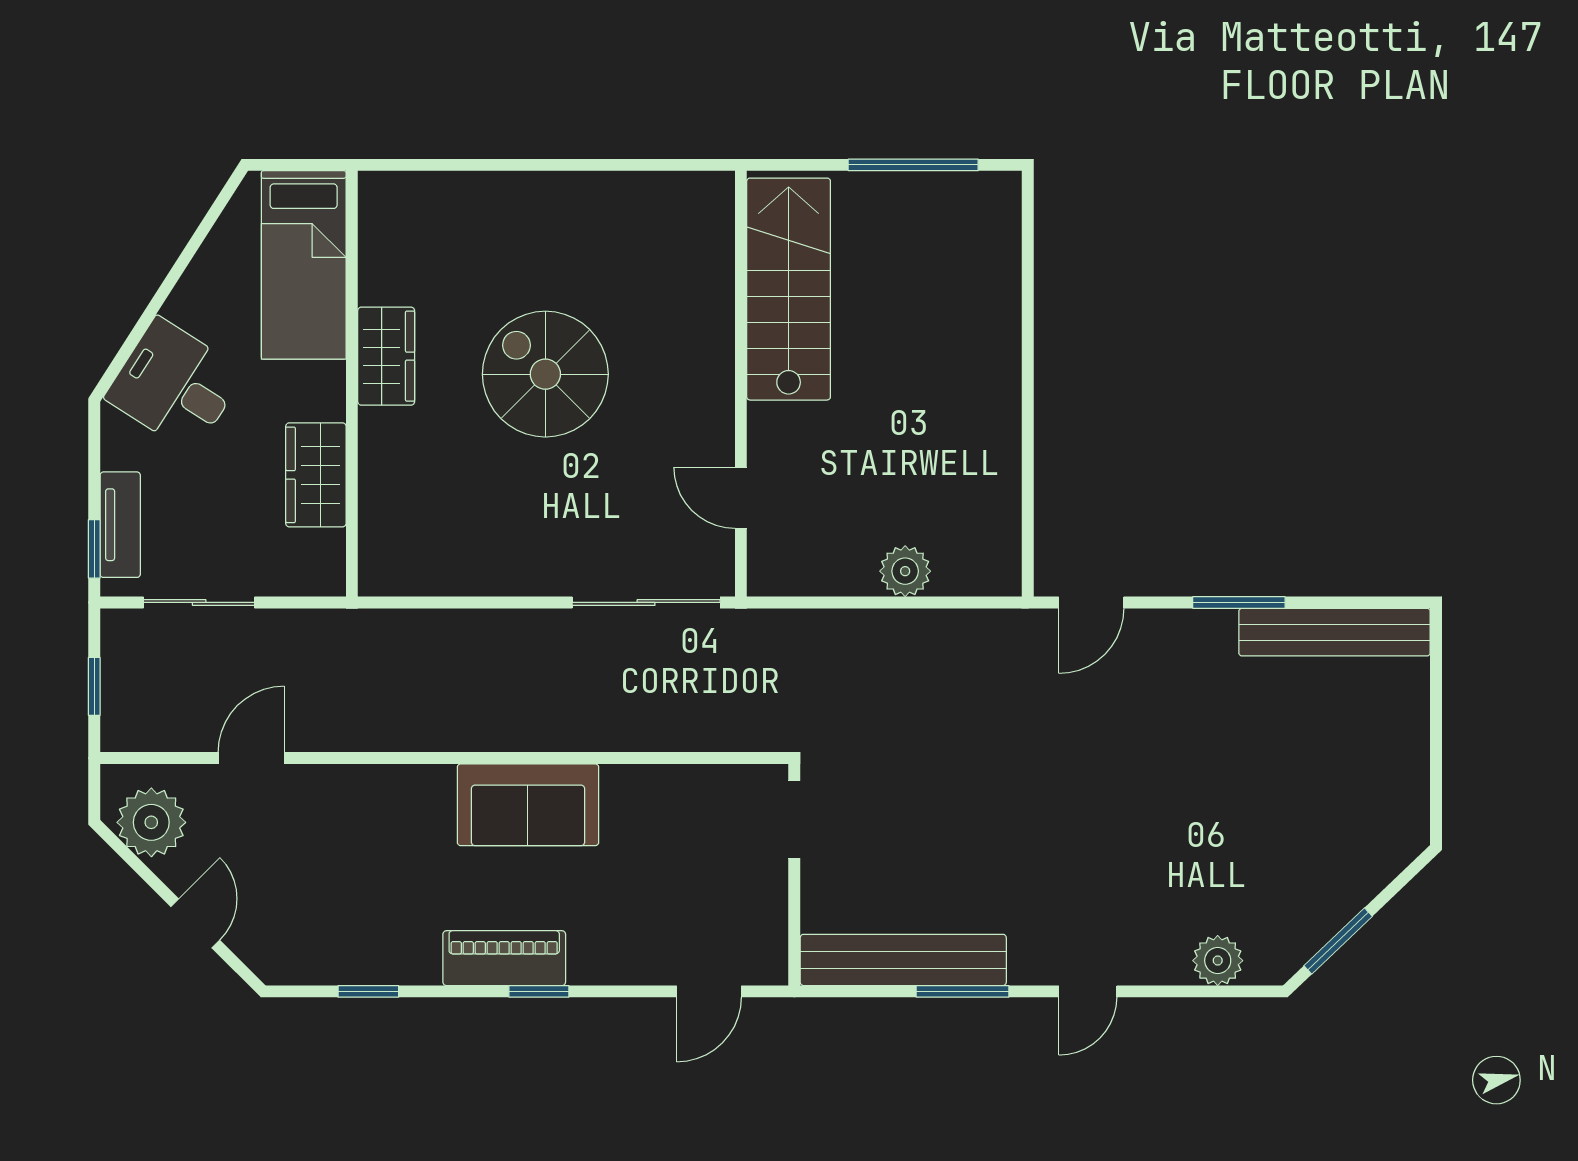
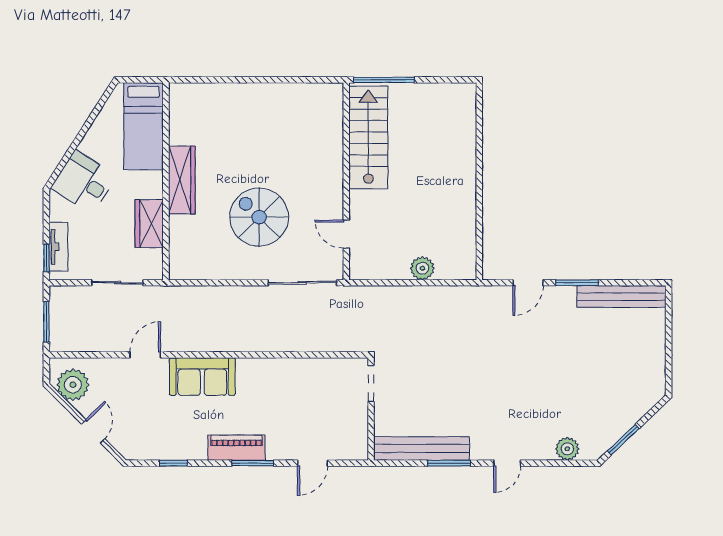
window: (913, 165) -> (384, 80), moved
wardrobe: (386, 356) -> (182, 180), width x1.50
spiral stairs: (545, 374) -> (259, 217), moved
sliding door: (199, 602) -> (117, 283), moved
door: (1091, 602) -> (528, 283), moved
window: (94, 686) -> (46, 322), width x1.50
door: (251, 758) -> (145, 355), moved
sofa: (528, 805) -> (202, 377), moved
window: (539, 991) -> (253, 463), width x1.50
door: (709, 991) -> (313, 463), moved

